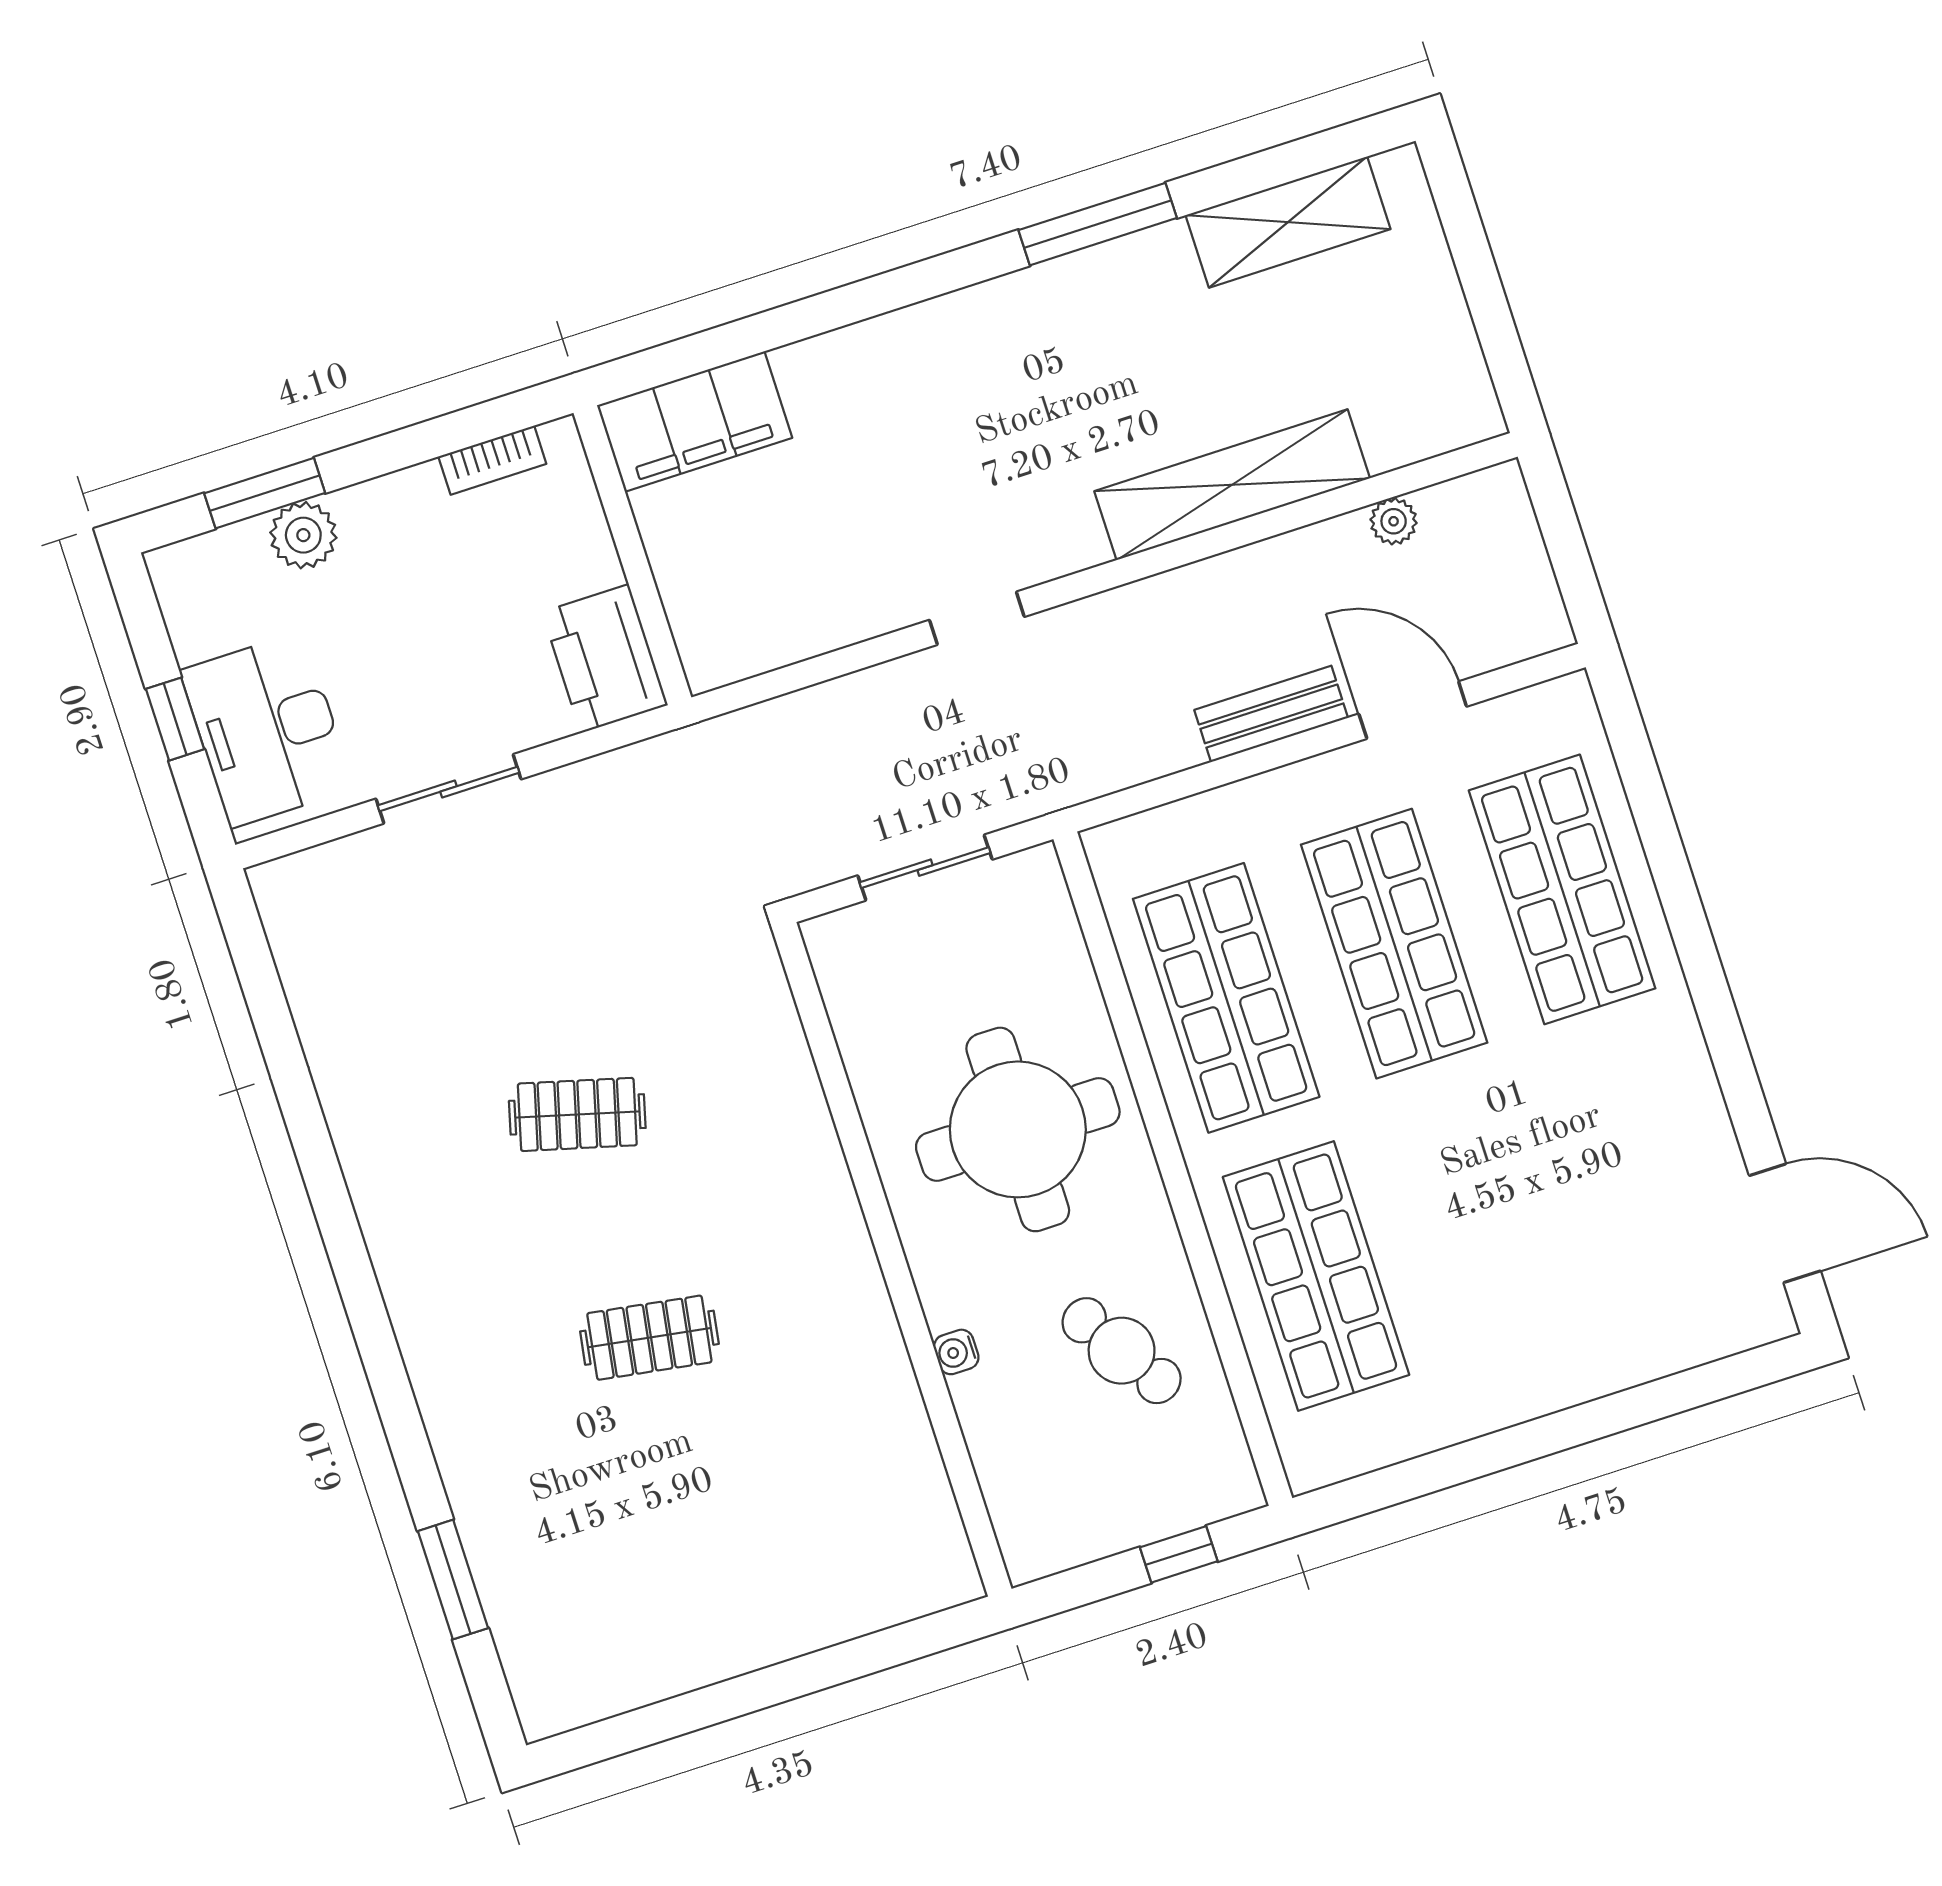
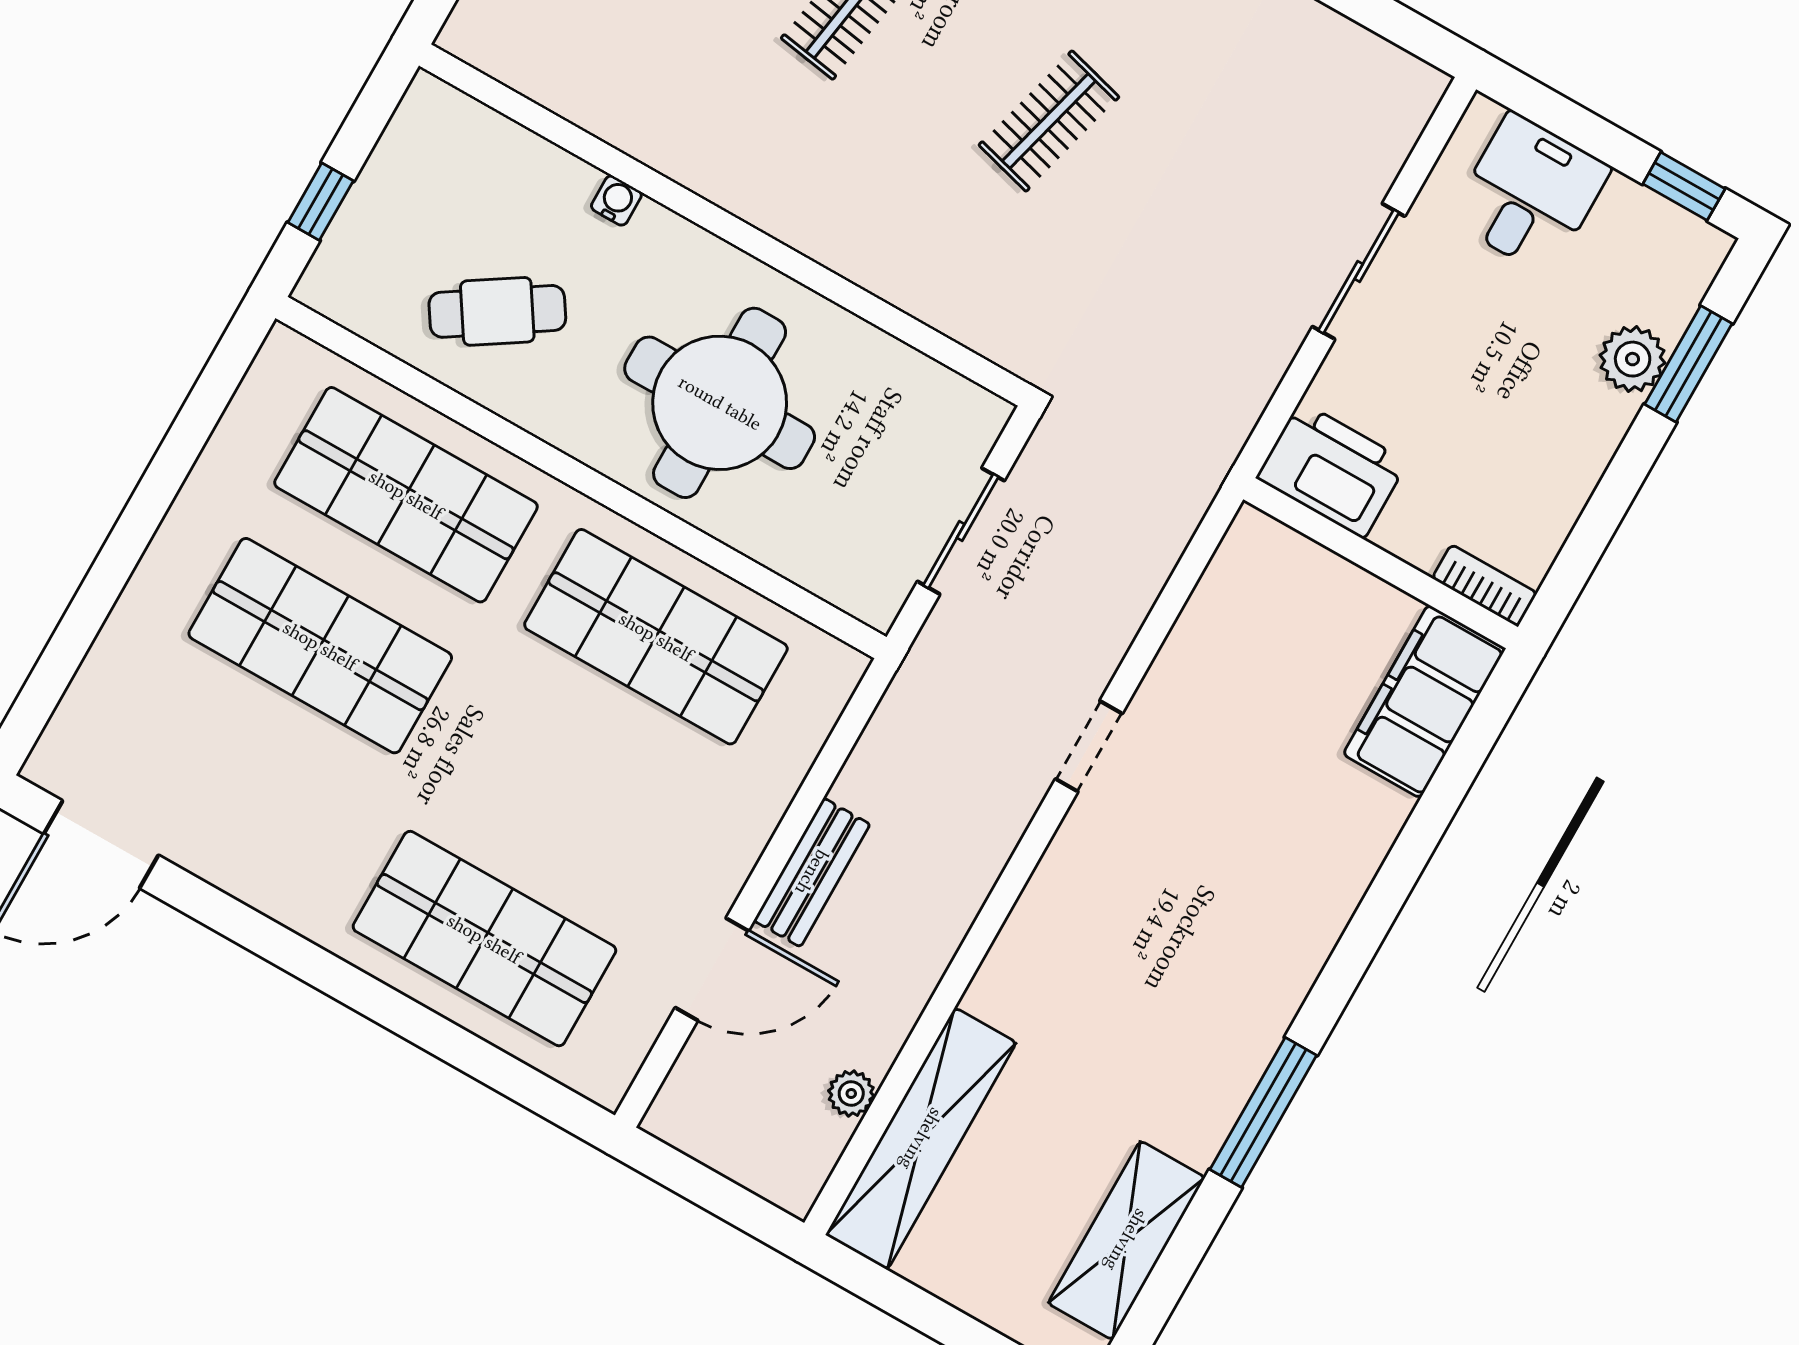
bookcase: (492, 460) -> (1485, 586), moved, turned 90
shelving: (1232, 485) -> (921, 1139), moved
window: (175, 719) -> (1684, 186), moved
desk: (267, 730) -> (1530, 194), width x0.73
shop shelf: (1394, 944) -> (320, 646), moved

